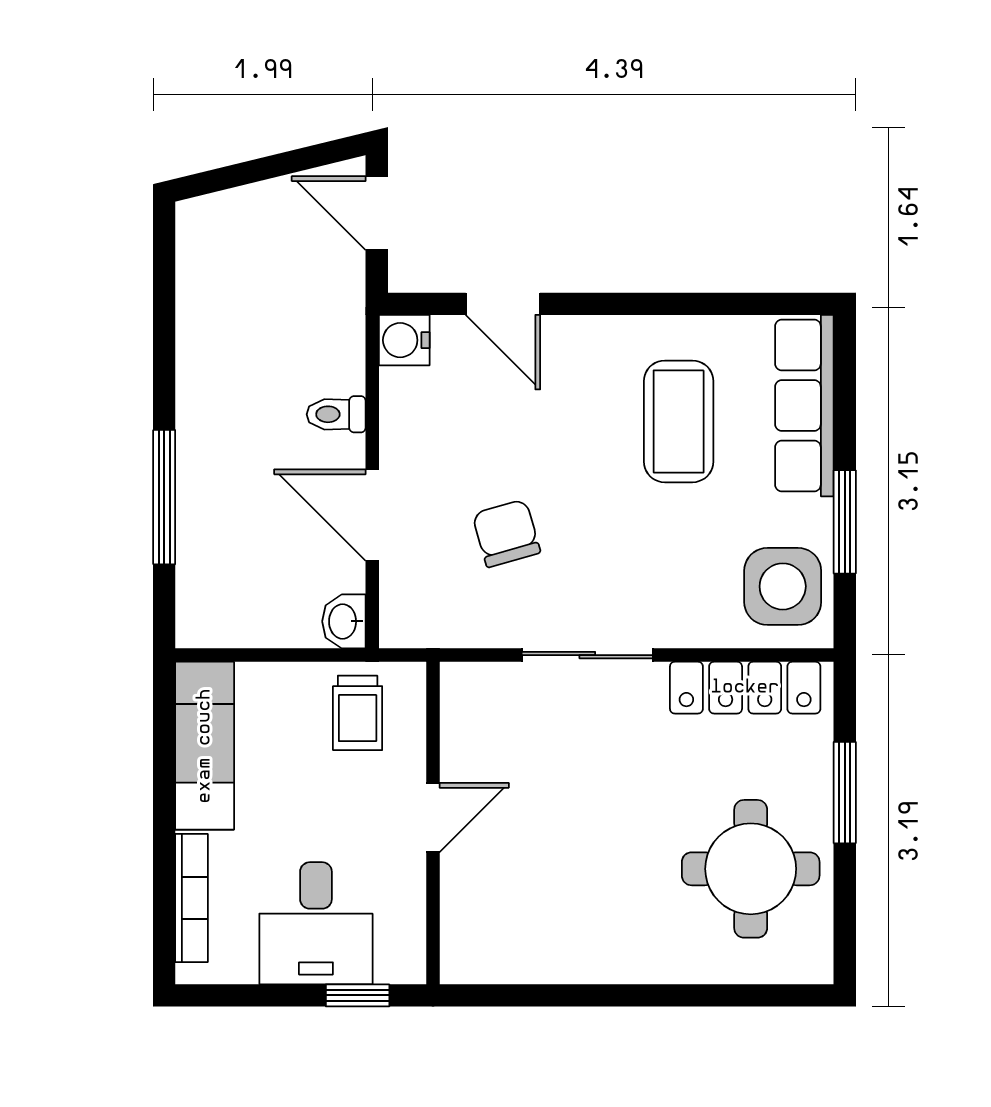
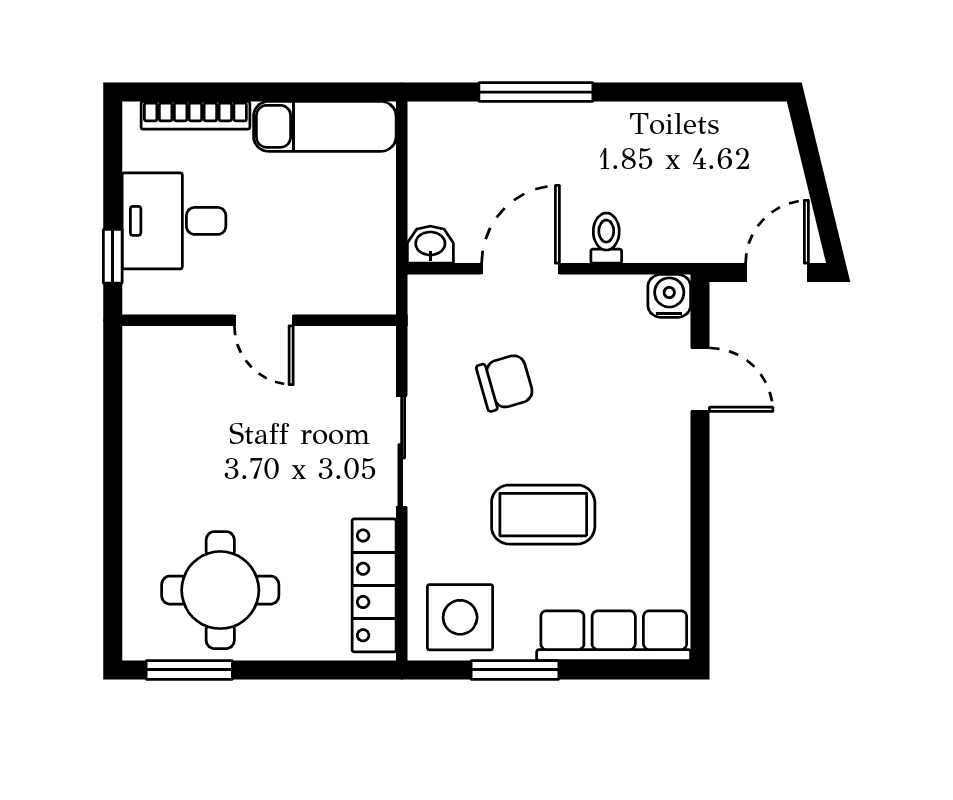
door: (503, 304) -> (700, 380), swing flipped
coffee table: (679, 421) -> (543, 515), moved
trolley: (358, 713) -> (353, 256), removed
window: (845, 793) -> (189, 670), moved

